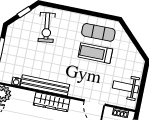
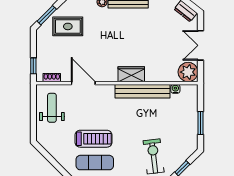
weight bench: (126, 87) -> (52, 108), turned -90
wardrobe: (52, 102) -> (131, 74), width x0.67

